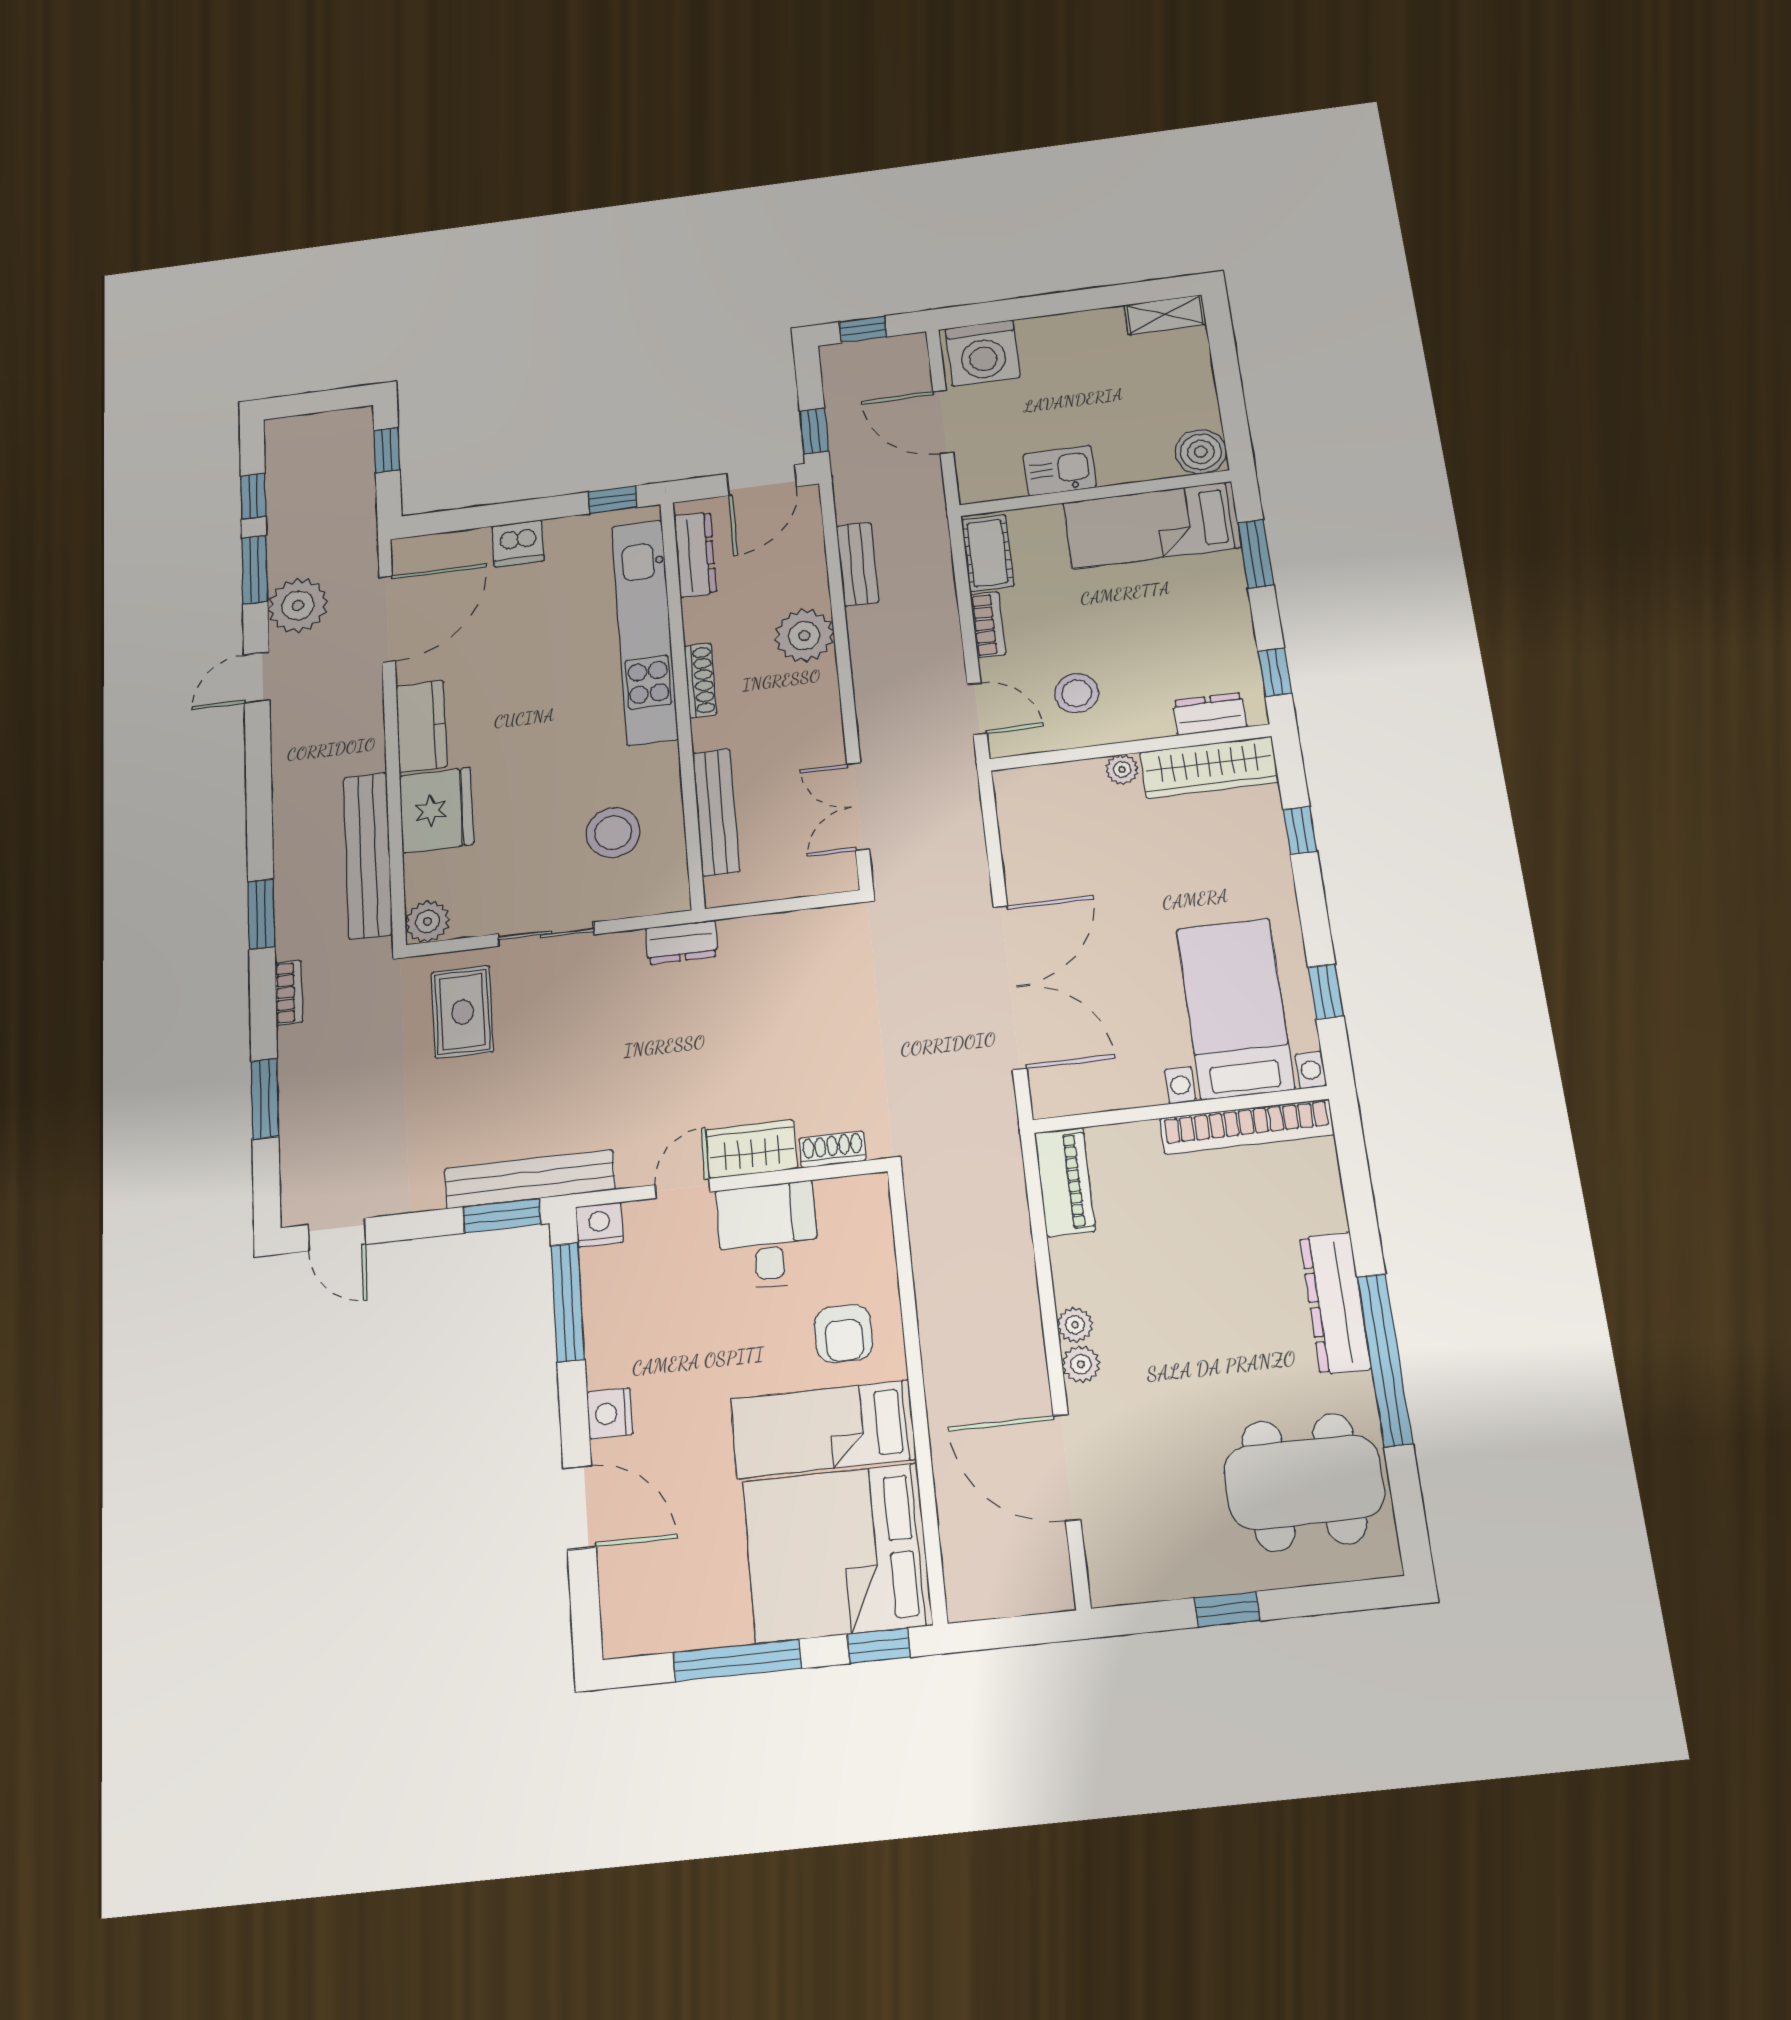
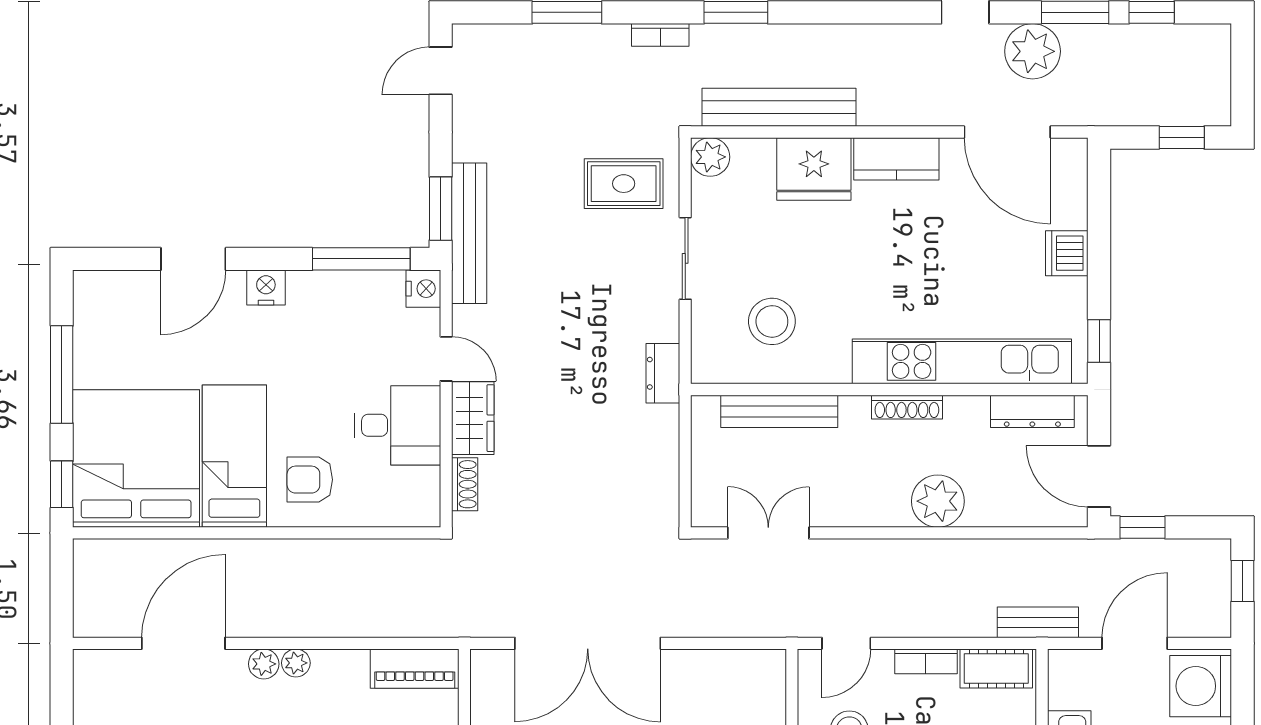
bench: (858, 564) -> (1038, 622), moved

